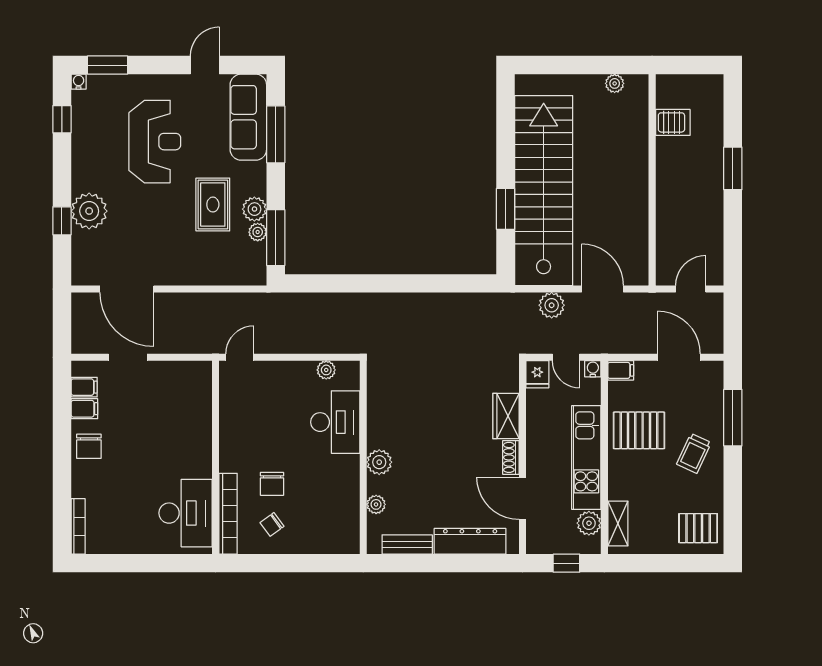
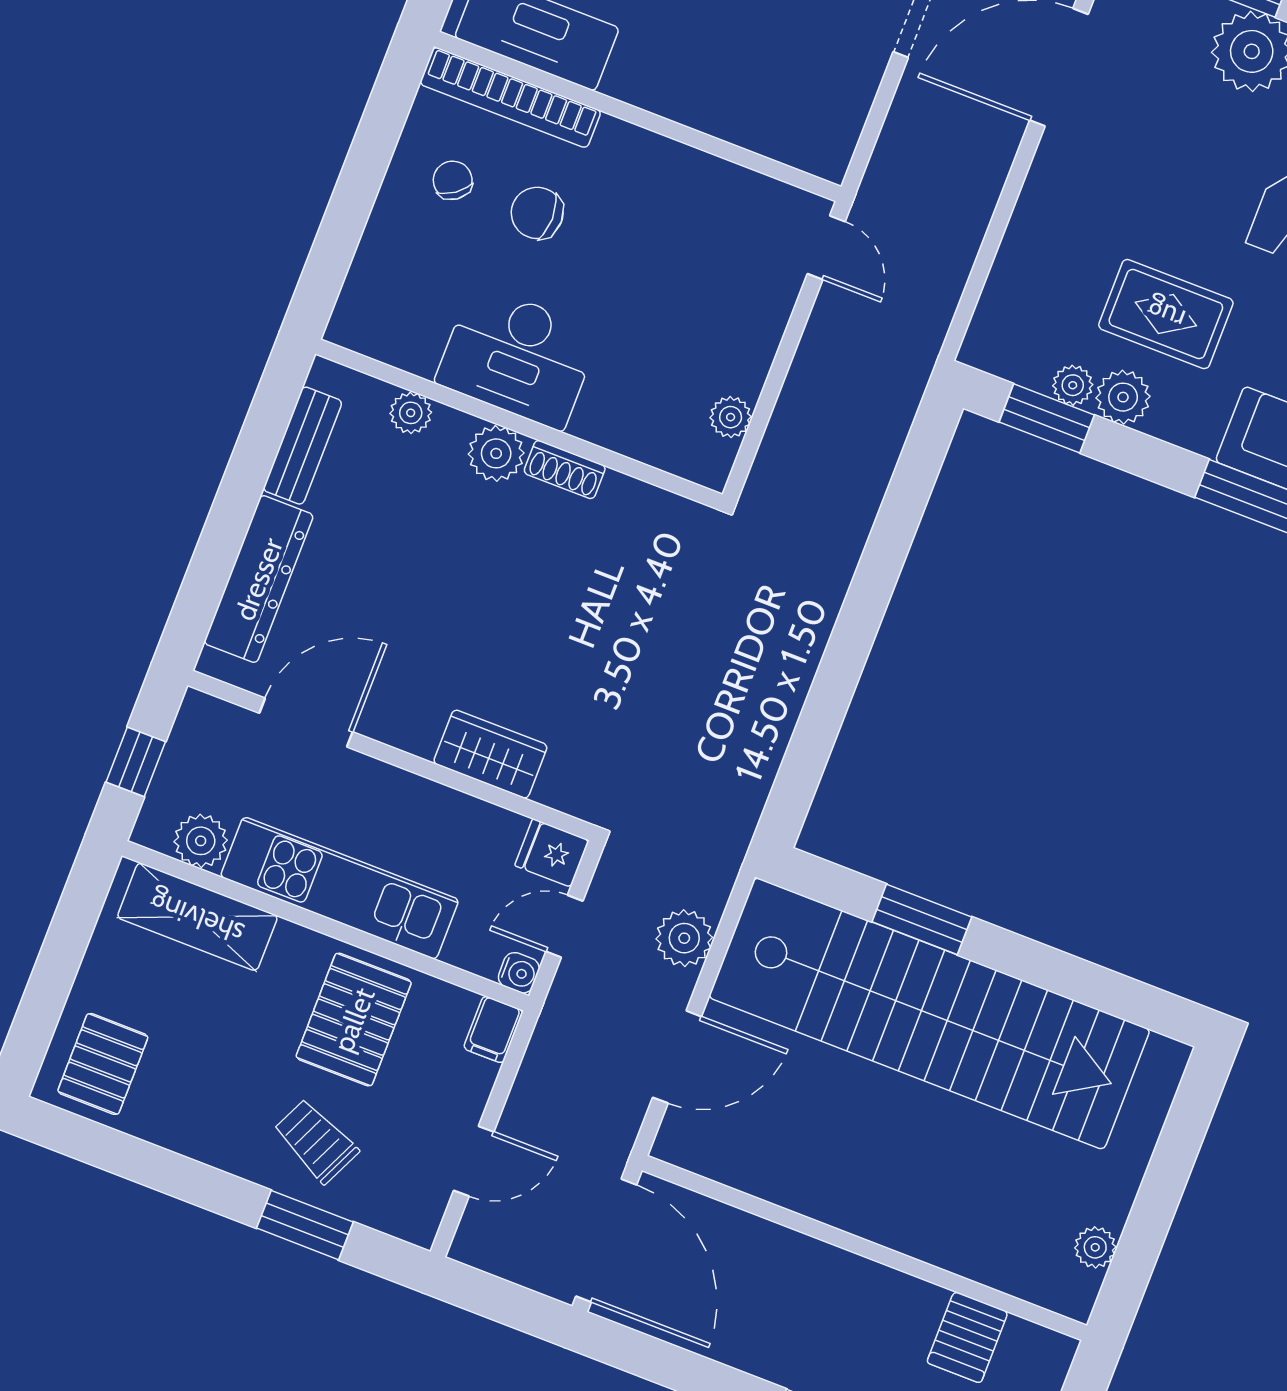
window: (276, 238) -> (1047, 418), width x0.69
door: (691, 289) -> (606, 1241), width x1.87
door: (679, 357) -> (474, 1161), width x0.73
window: (733, 418) -> (305, 1225), width x0.69
desk: (335, 422) -> (518, 357), moved
trolley: (694, 453) -> (316, 1141), moved
shoe rack: (511, 457) -> (565, 470), moved, turned 180
shelving: (618, 524) -> (197, 917), width x1.50, depth x1.33

